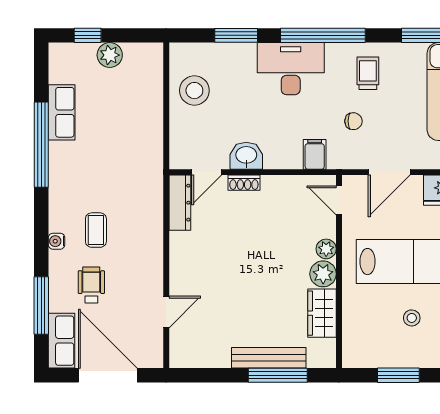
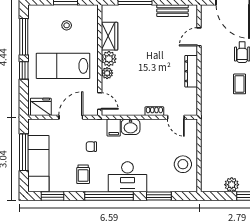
washbasin: (246, 156) -> (131, 127), moved
door: (207, 172) -> (176, 117), swing flipped
dresser: (180, 203) -> (191, 71), moved
stool: (412, 318) -> (67, 25), moved
bench: (269, 358) -> (172, 11), moved, width x0.73

